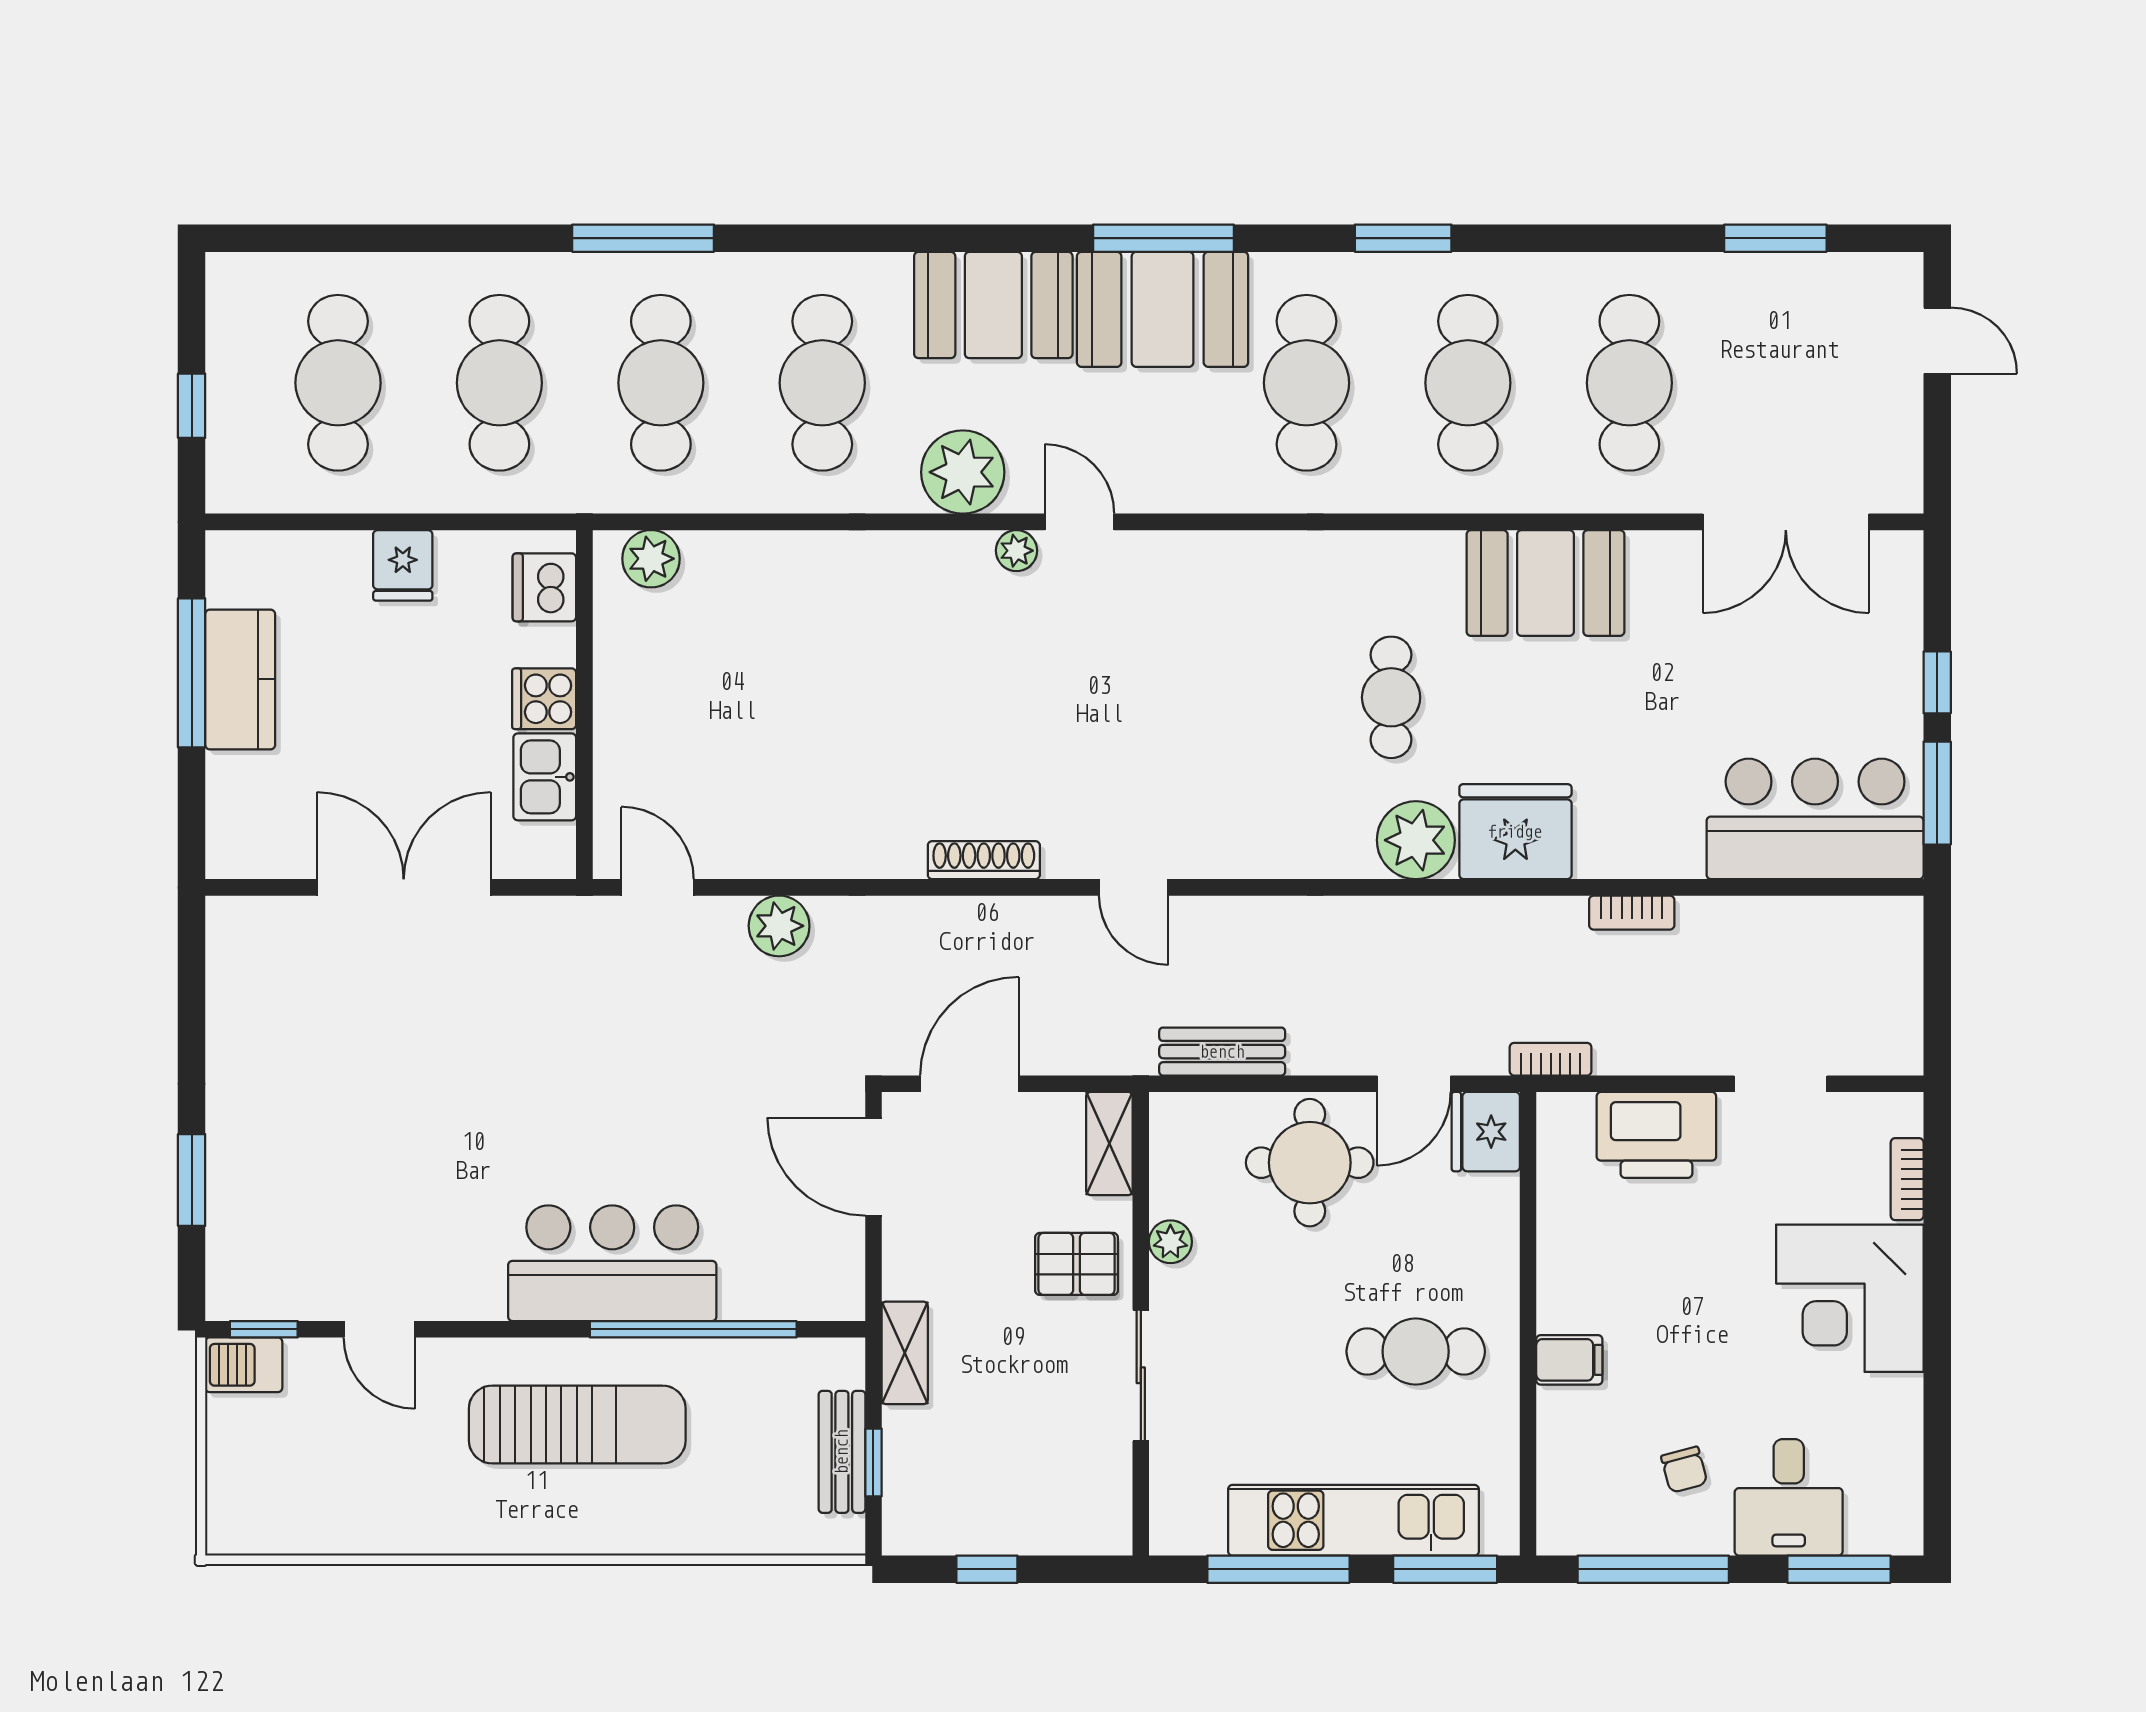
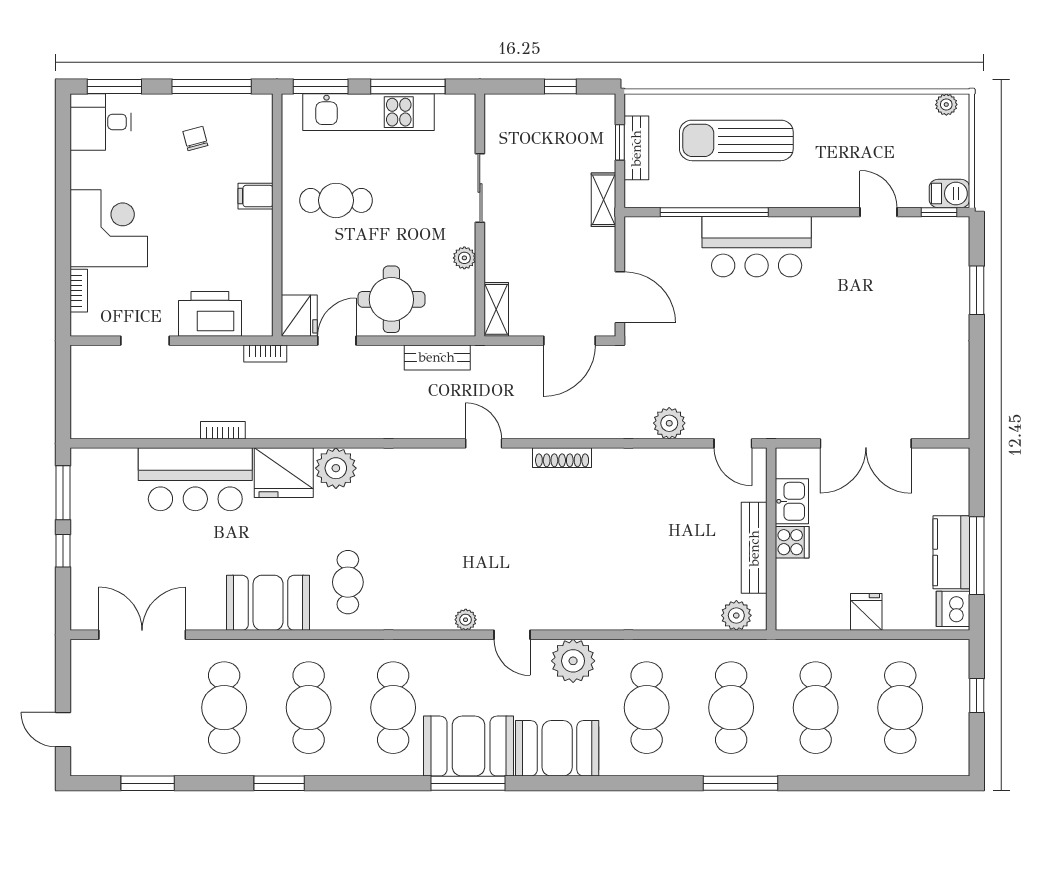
window: (1403, 238) -> (279, 783), moved
plant: (1016, 551) -> (466, 620), moved
dishwasher: (544, 587) -> (953, 609), moved, turned 180
bench: (617, 688) -> (754, 548), added
cafe table: (1391, 697) -> (348, 582), moved
bar counter: (1815, 819) -> (195, 479), moved
pallet: (1077, 1264) -> (514, 246), removed
sun lounger: (577, 1425) -> (736, 140), moved
desk: (1789, 1497) -> (101, 122), moved, turned -90
plant: (250, 1535) -> (946, 105), added

